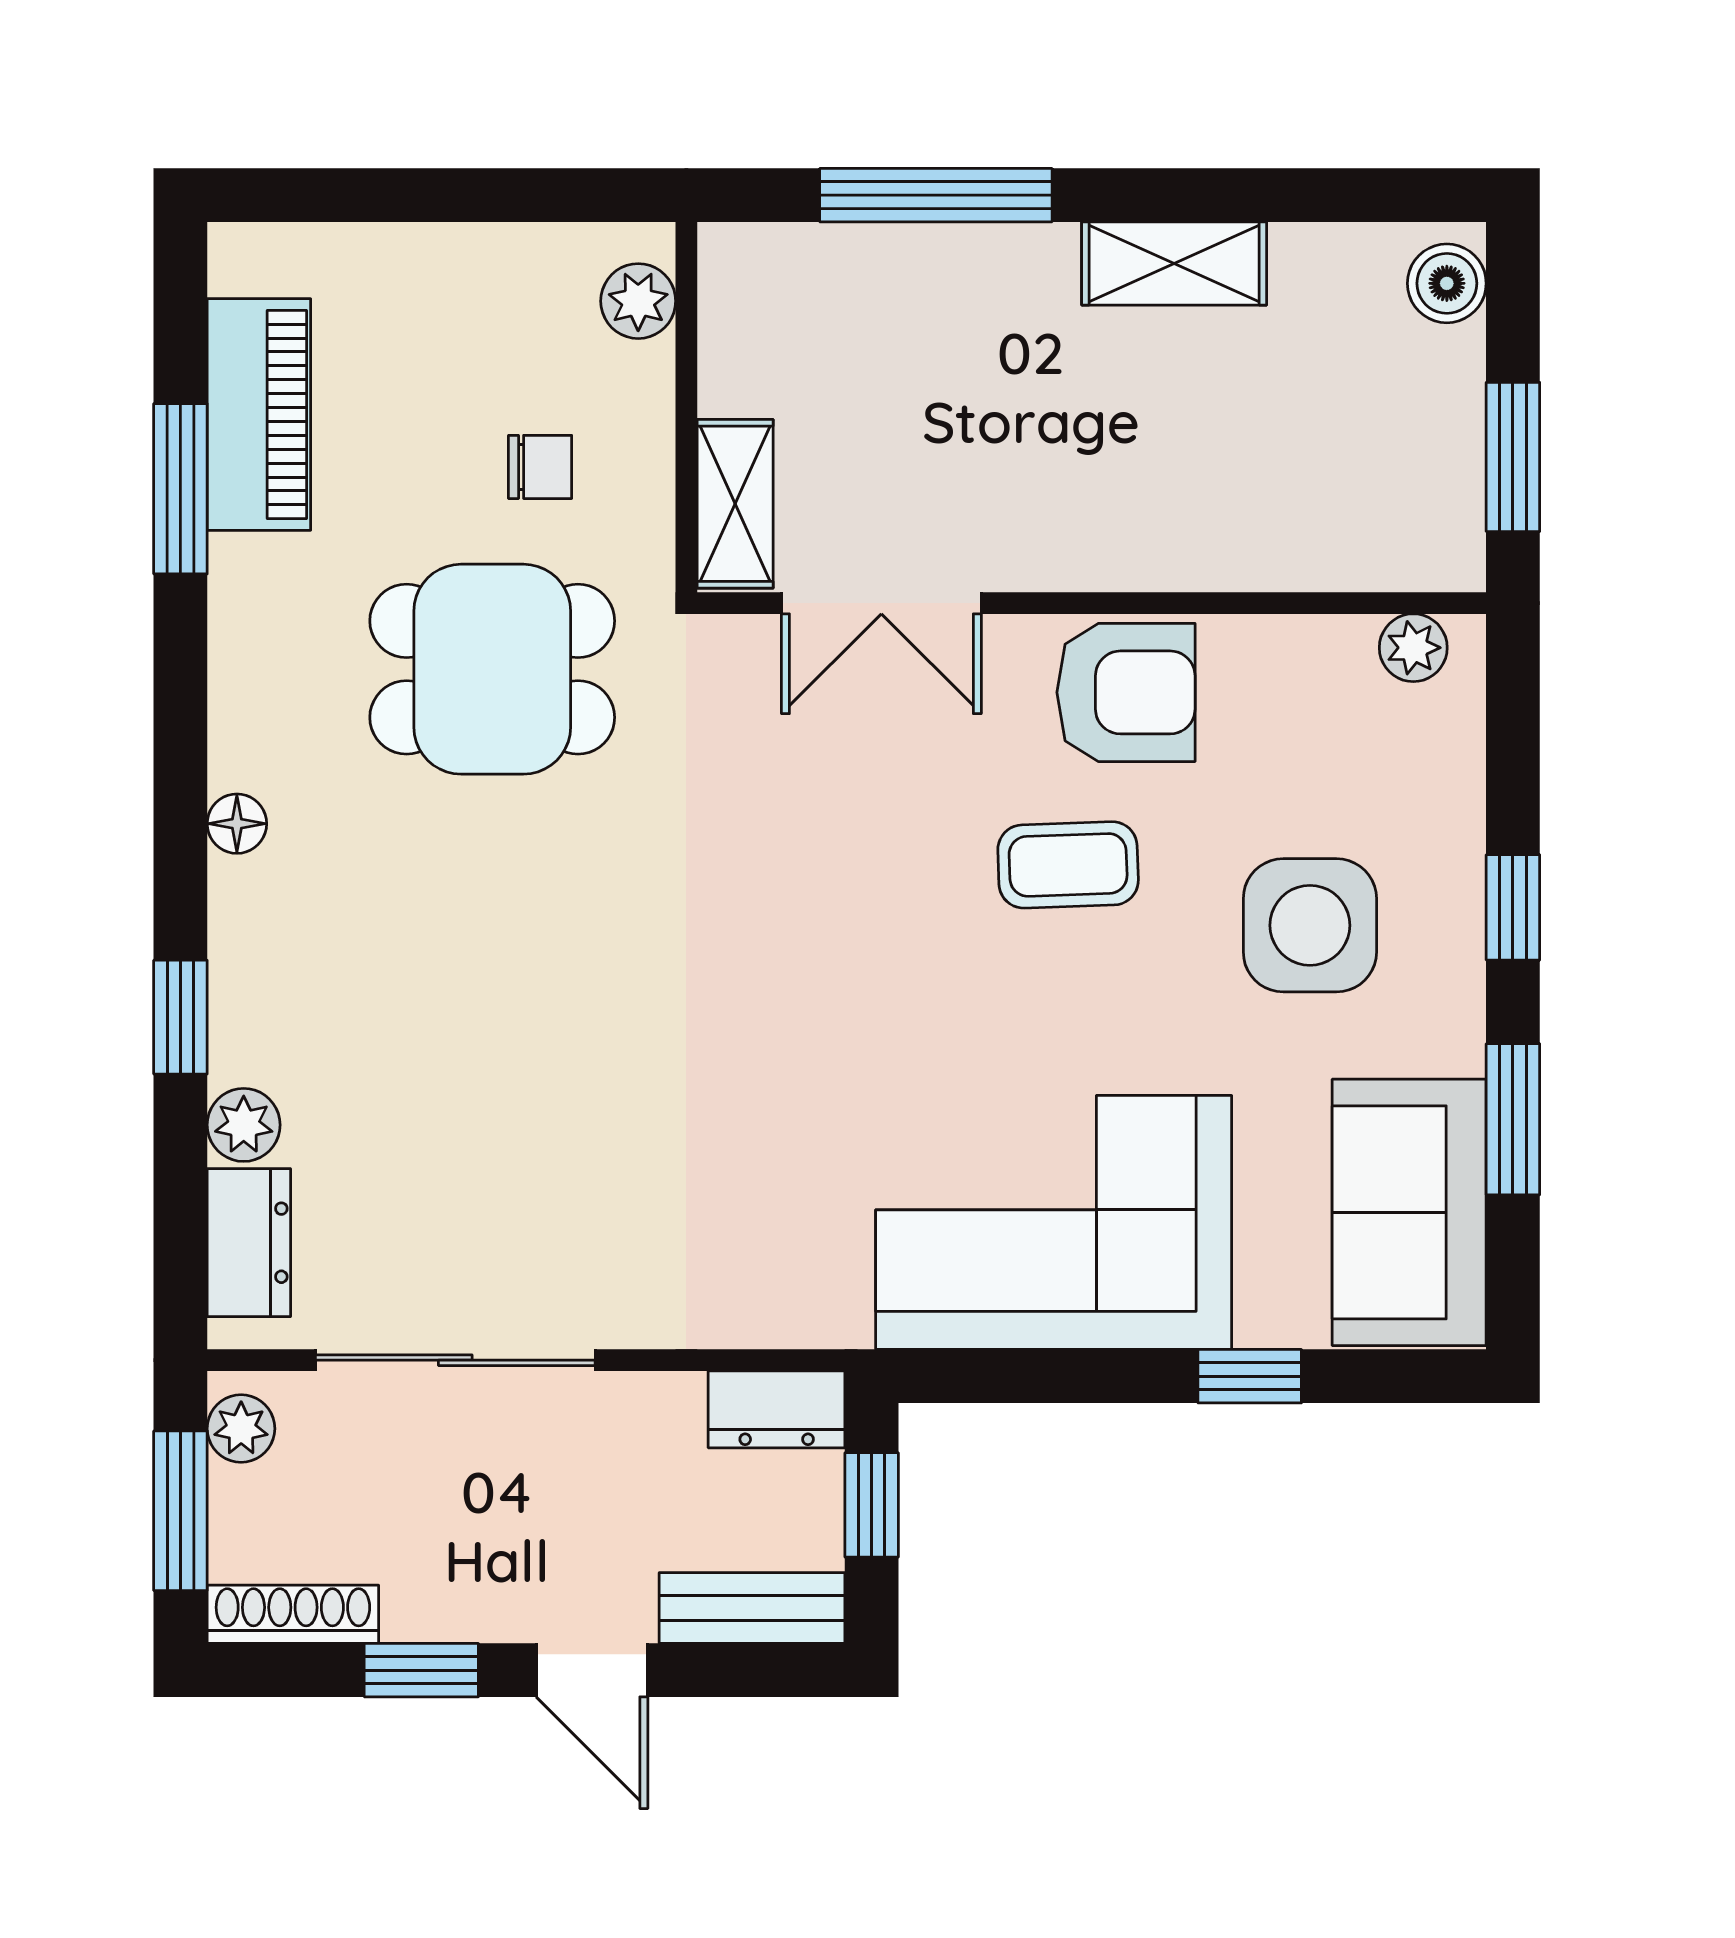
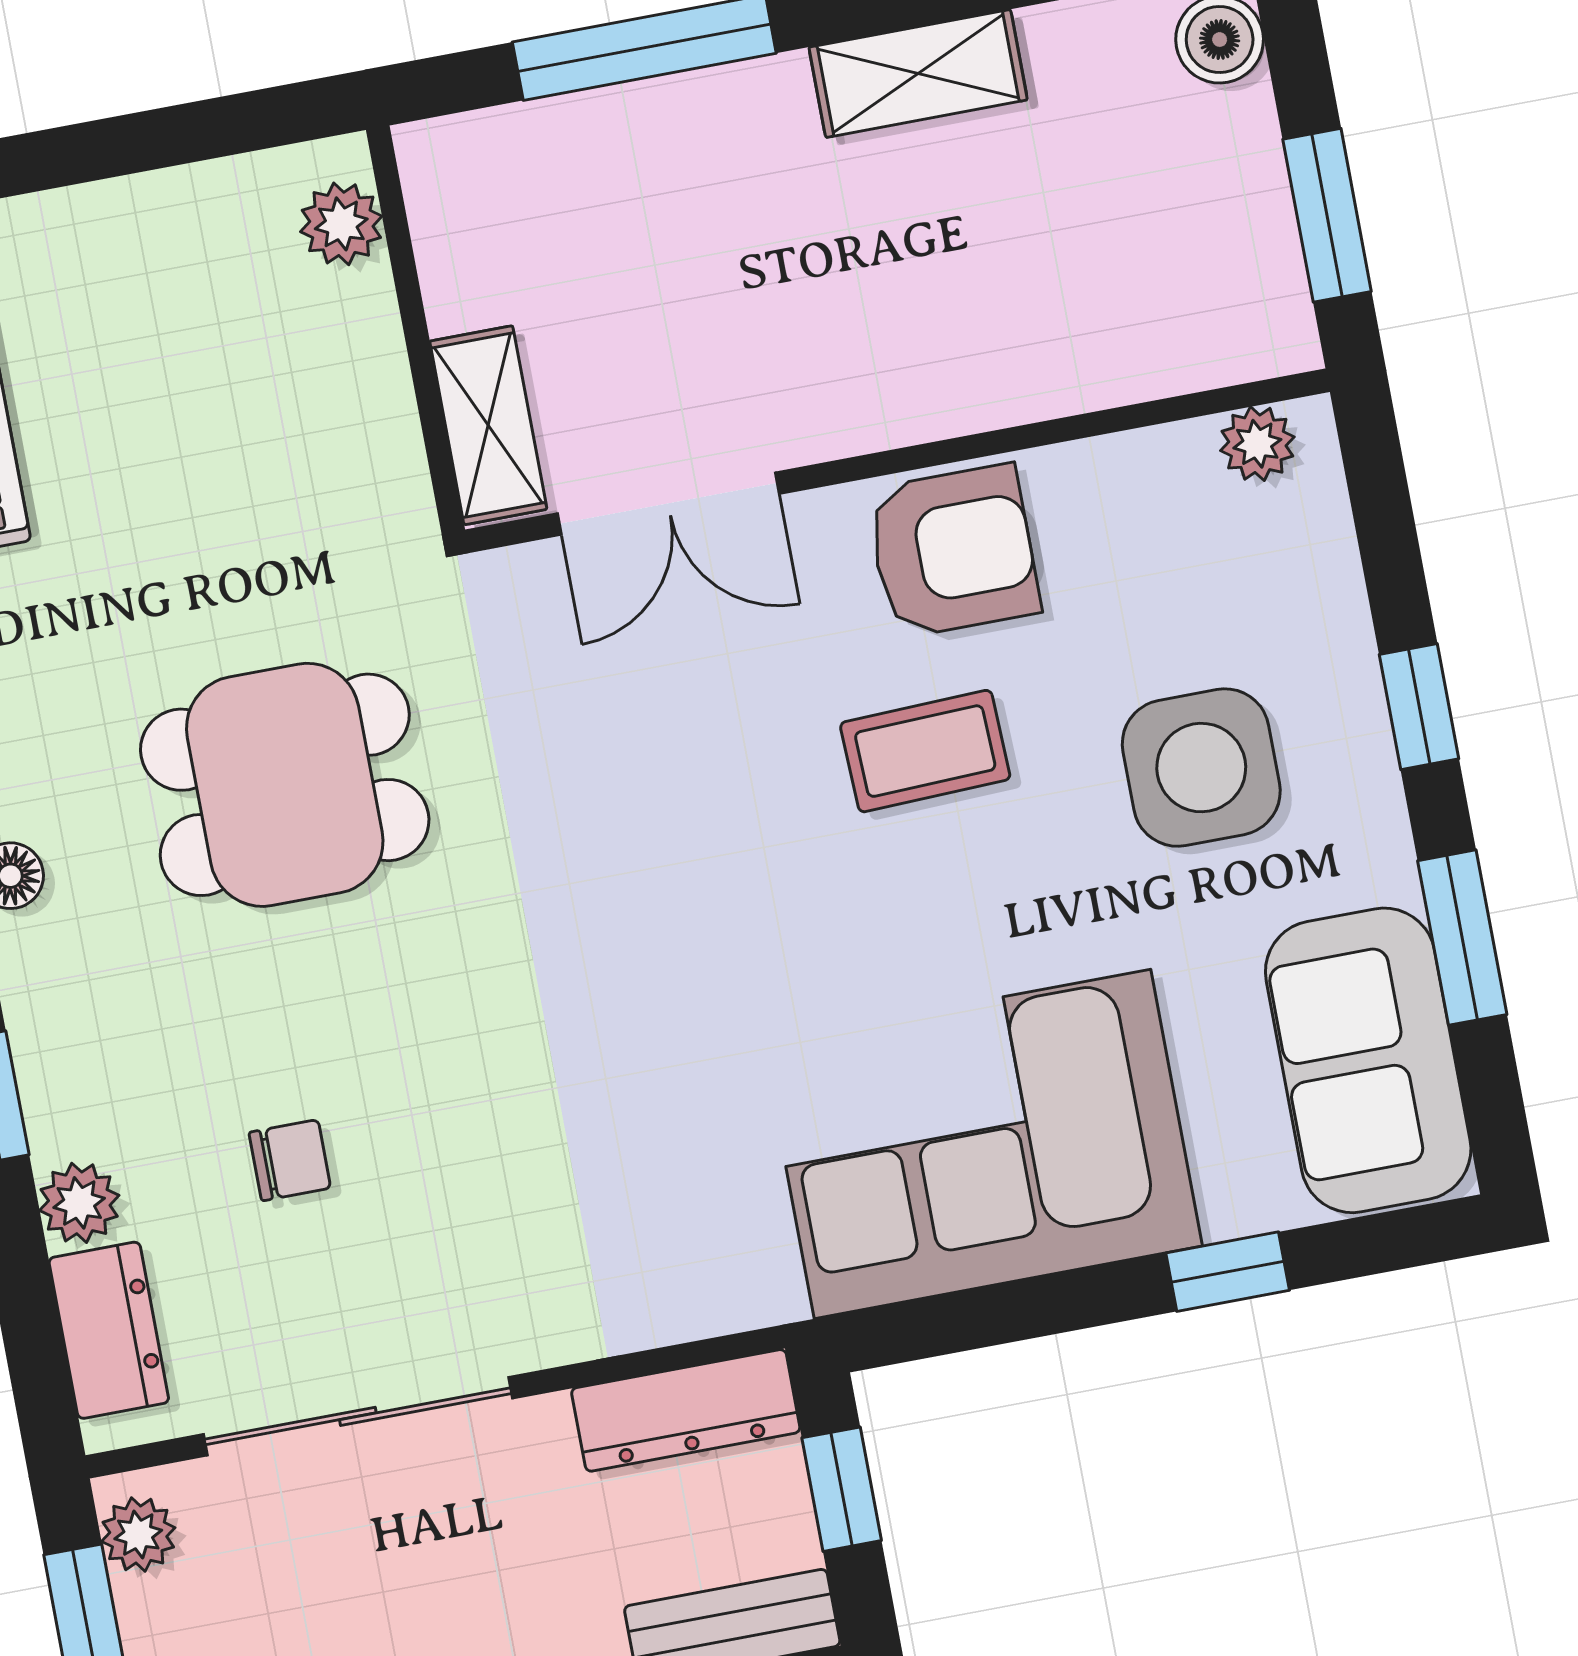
chair: (540, 467) -> (290, 1160), moved
dining table: (492, 669) -> (285, 785), moved
dresser: (777, 1409) -> (686, 1410), width x1.44

